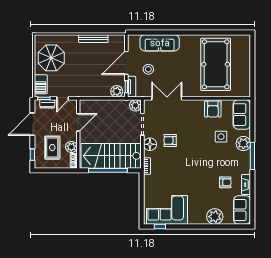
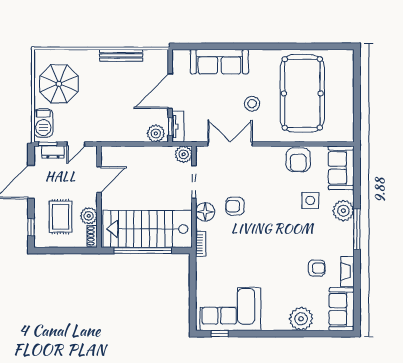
stool: (148, 69) -> (252, 104), moved

